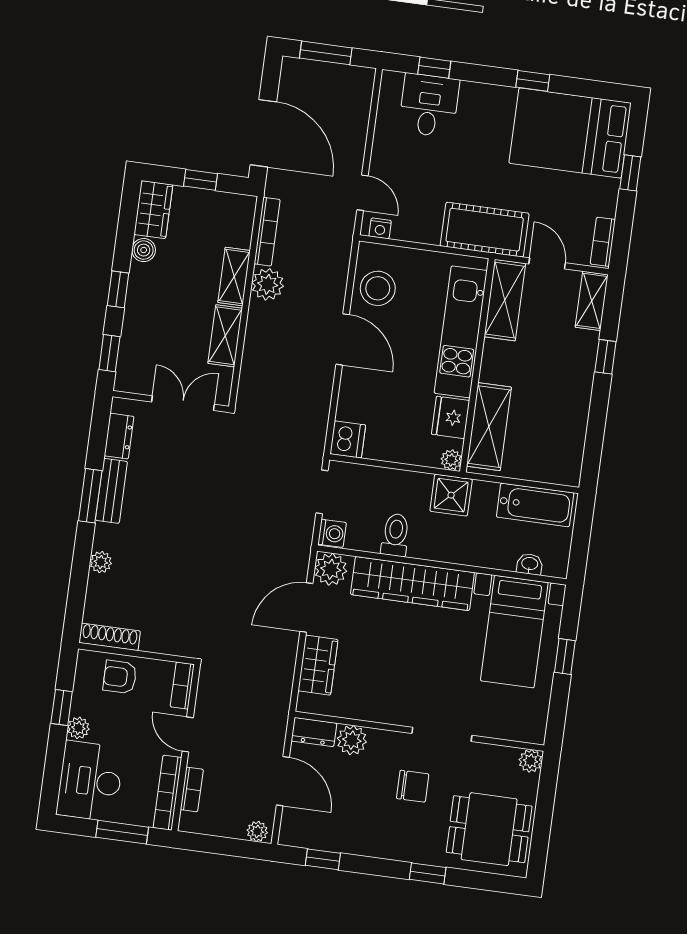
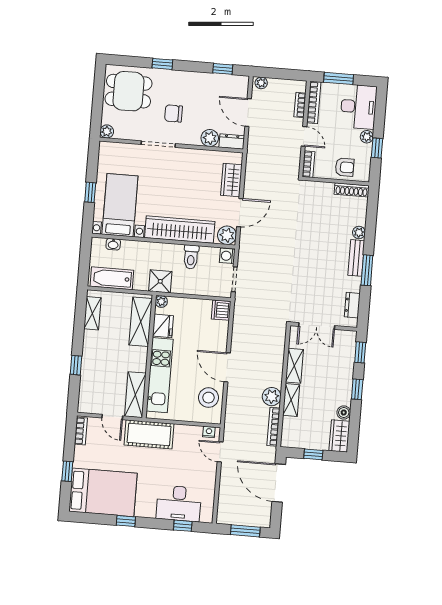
desk: (429, 105) -> (179, 503), width x1.37
shelving: (592, 301) -> (92, 313), moved
bench: (111, 491) -> (356, 258), moved

